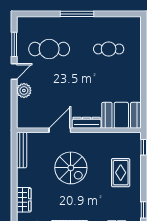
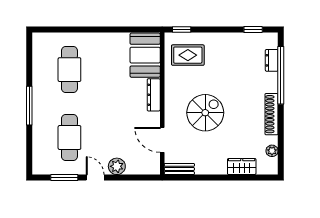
cafe table: (109, 49) -> (69, 70), width x1.37, depth x1.35
door: (60, 130) -> (162, 140), moved
bench: (22, 150) -> (179, 169), width x0.73
rug: (121, 173) -> (188, 55), moved

